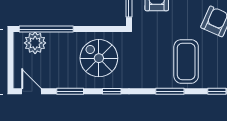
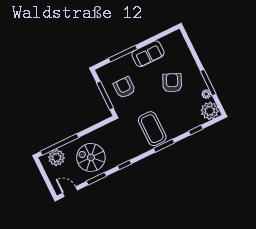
spiral stairs: (99, 58) -> (91, 157), moved
coffee table: (186, 61) -> (152, 129), moved

